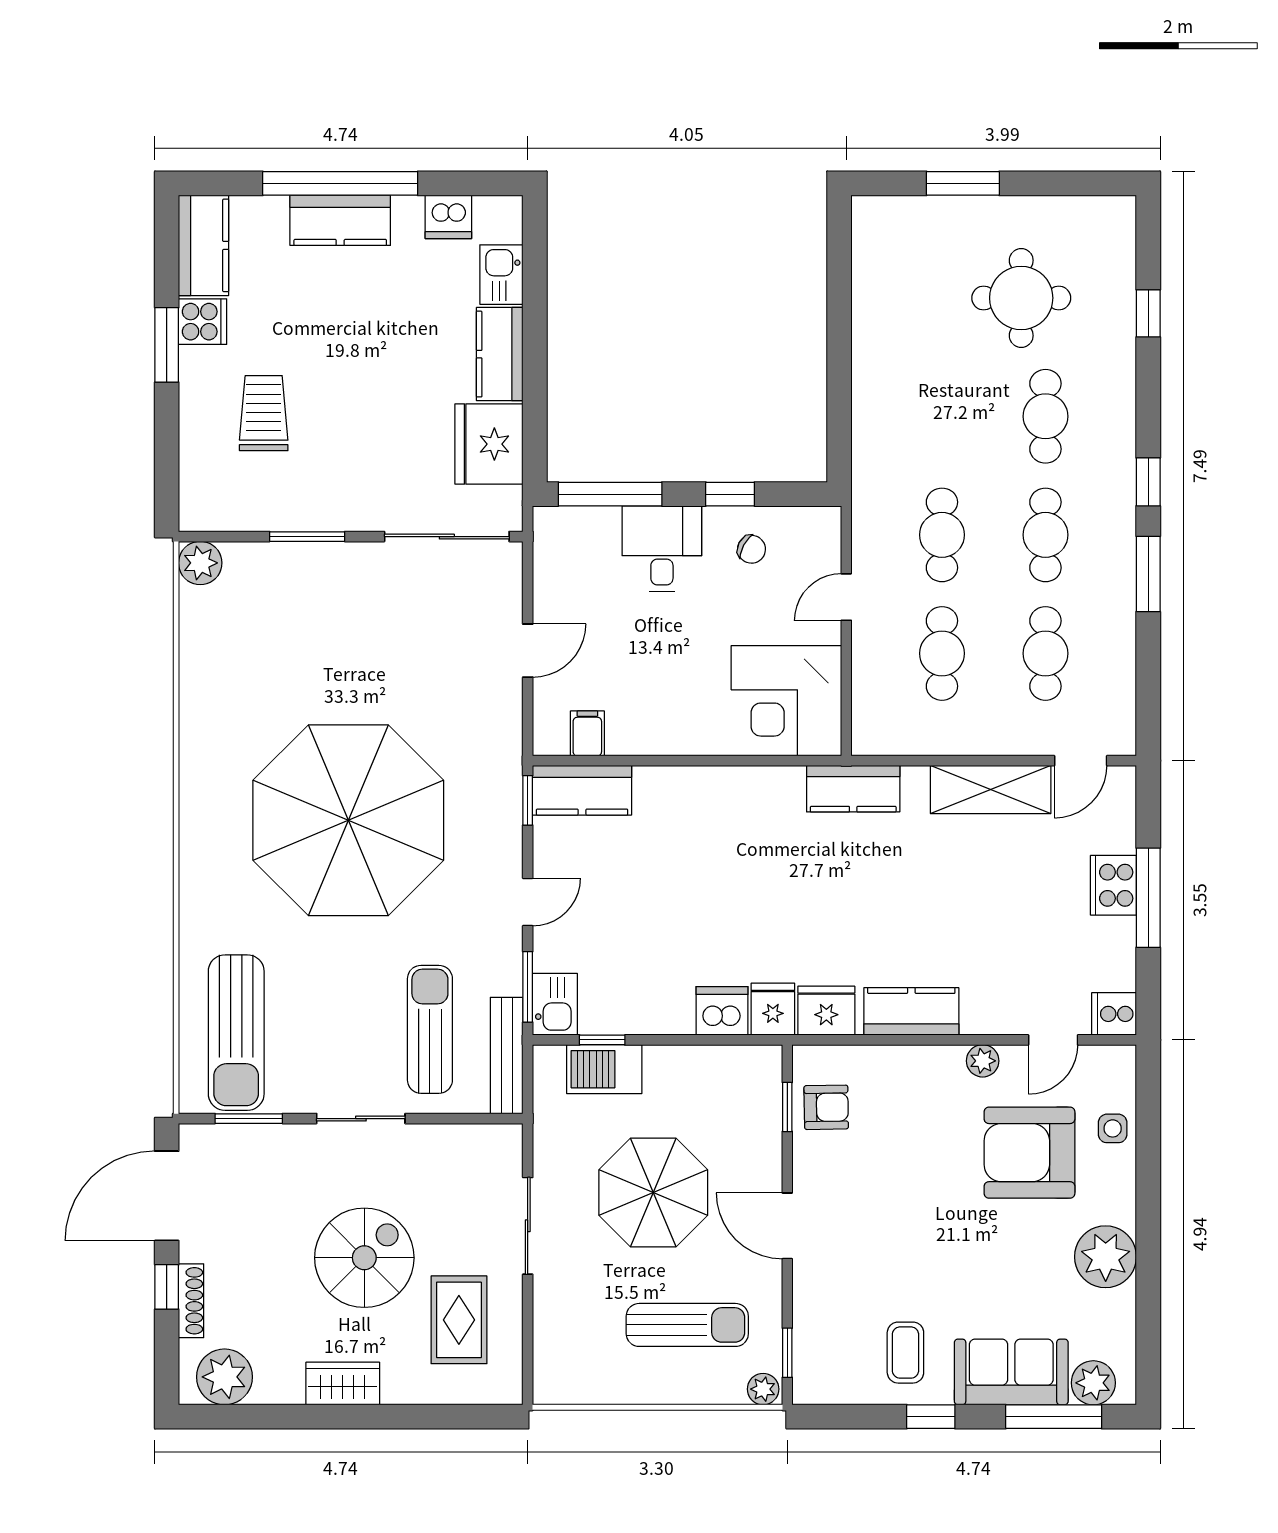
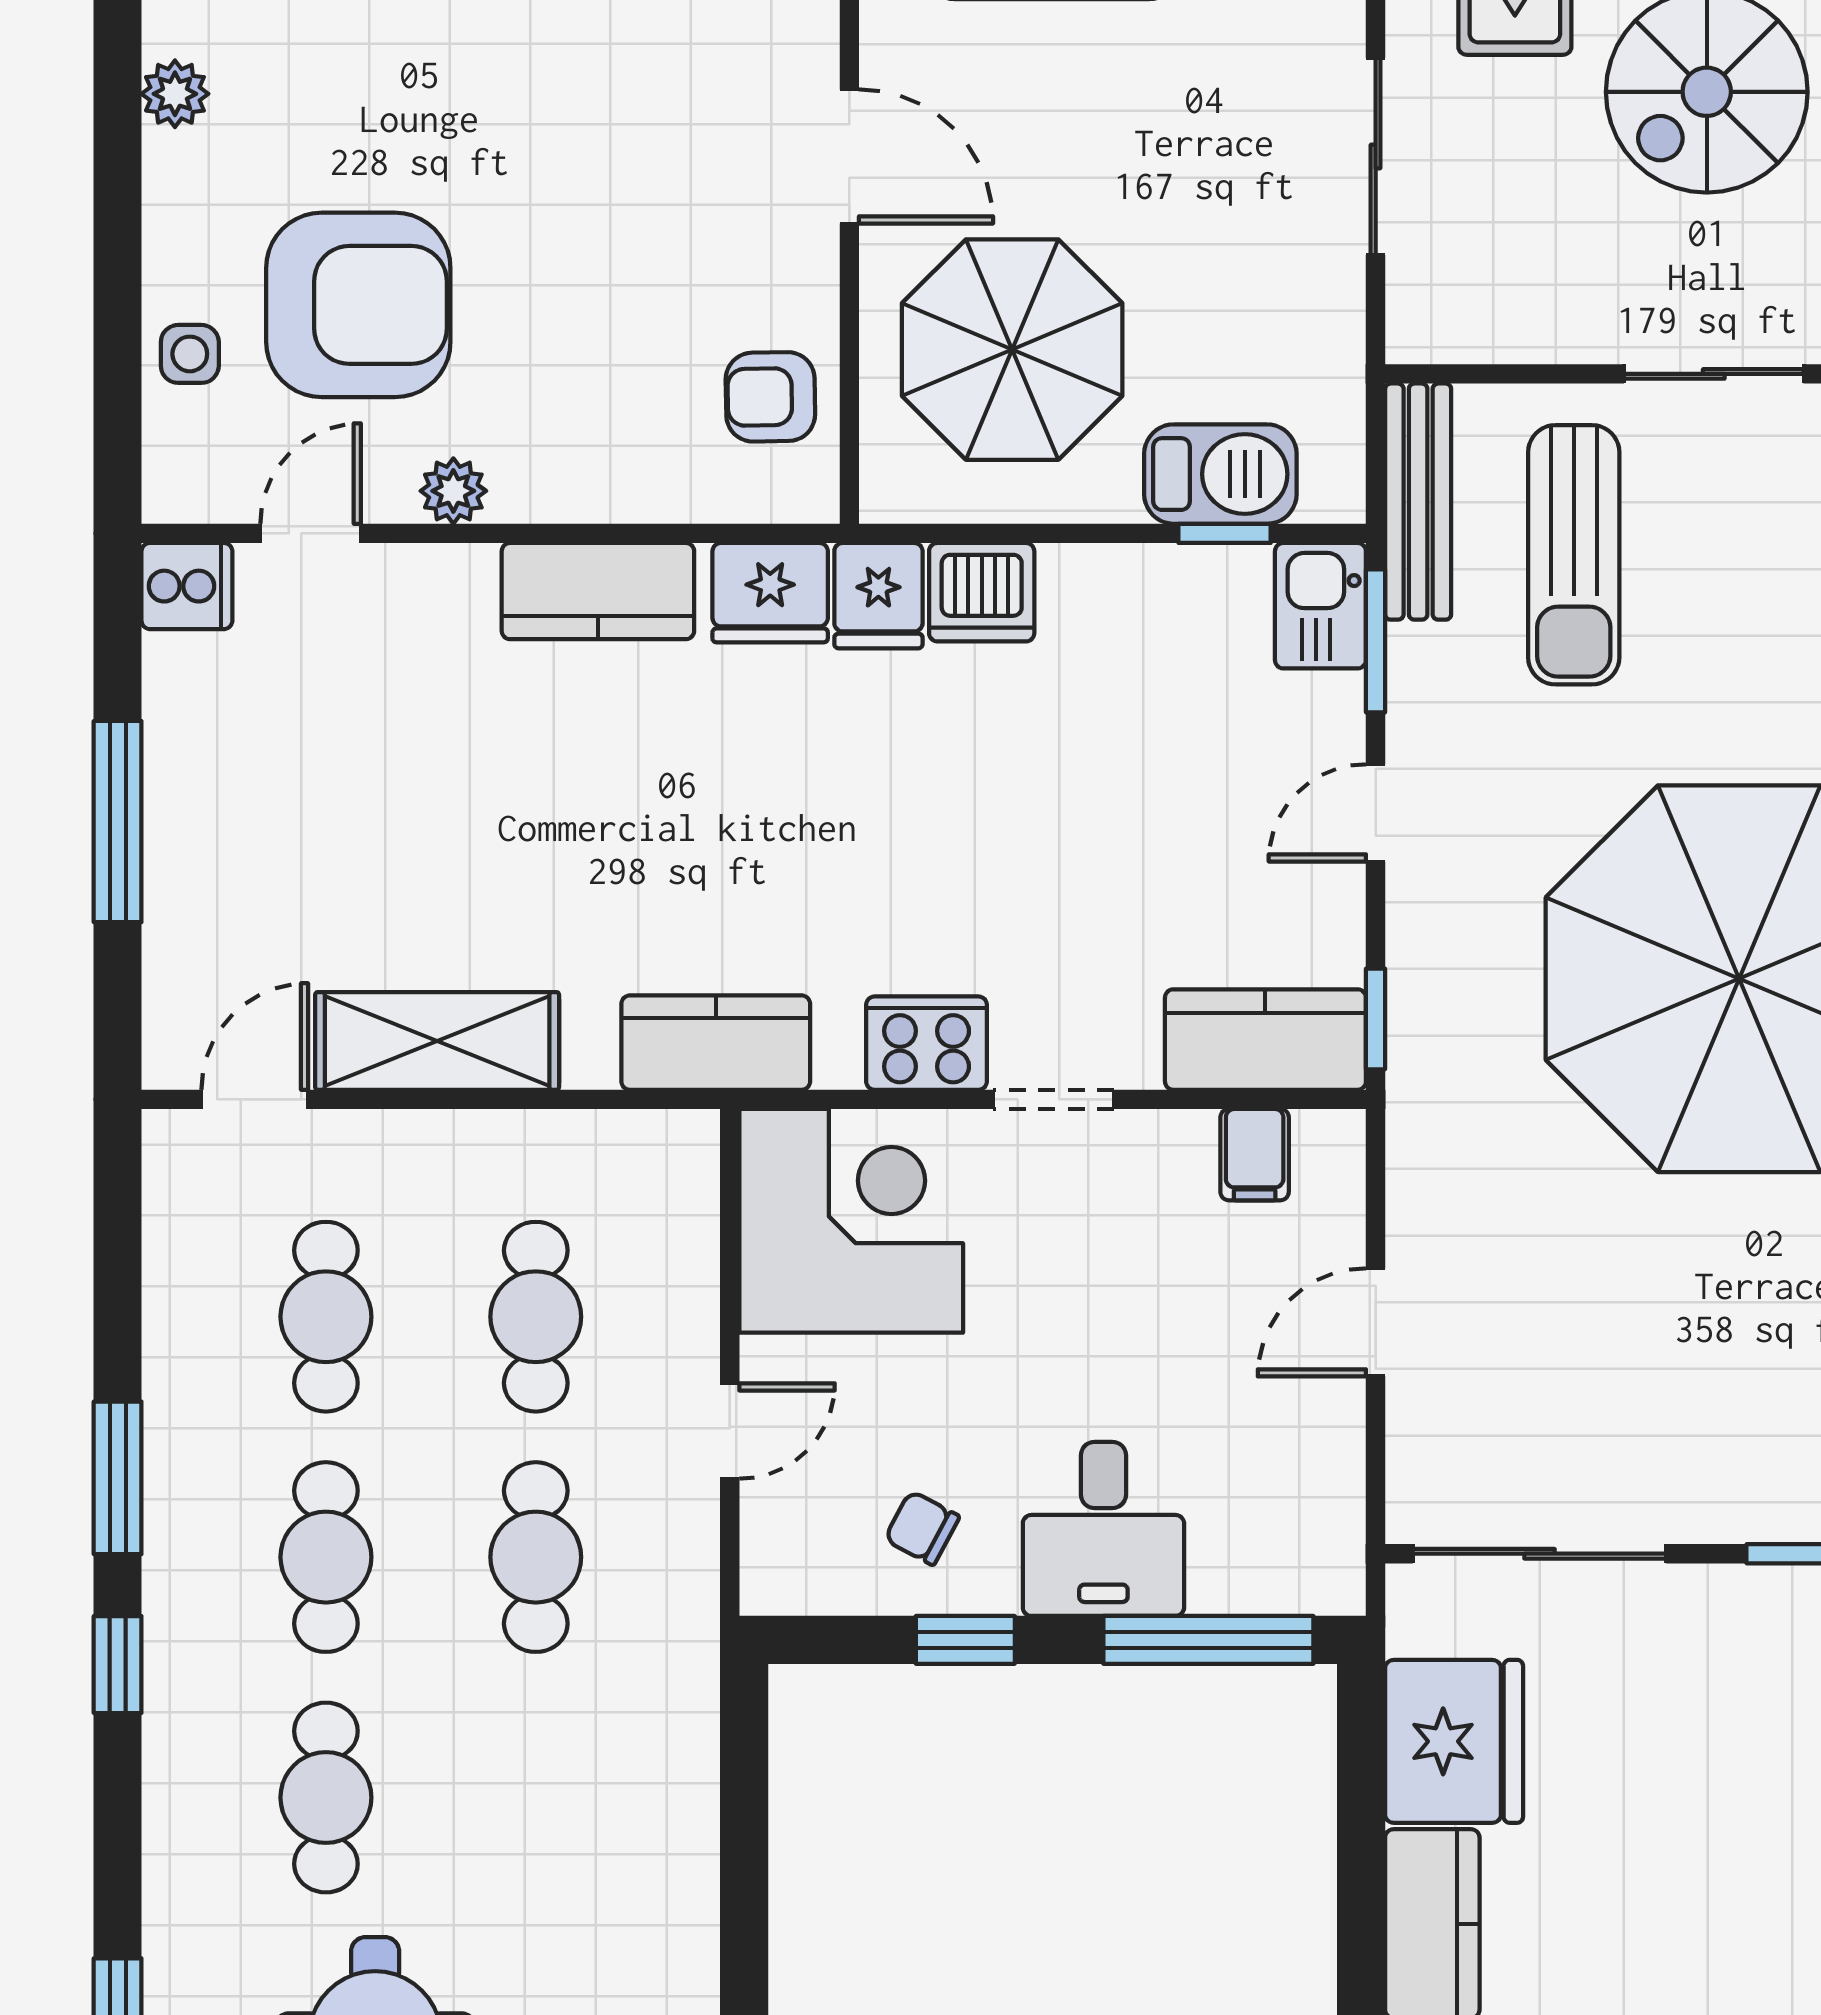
doorway: (687, 761) -> (1054, 1099), added
cooker: (1113, 885) -> (927, 1043), moved, turned -90
window: (787, 1107) -> (849, 398), removed
parasol: (653, 1193) -> (1012, 350), moved
plant: (1106, 1257) -> (175, 94), width x0.53, depth x0.53

